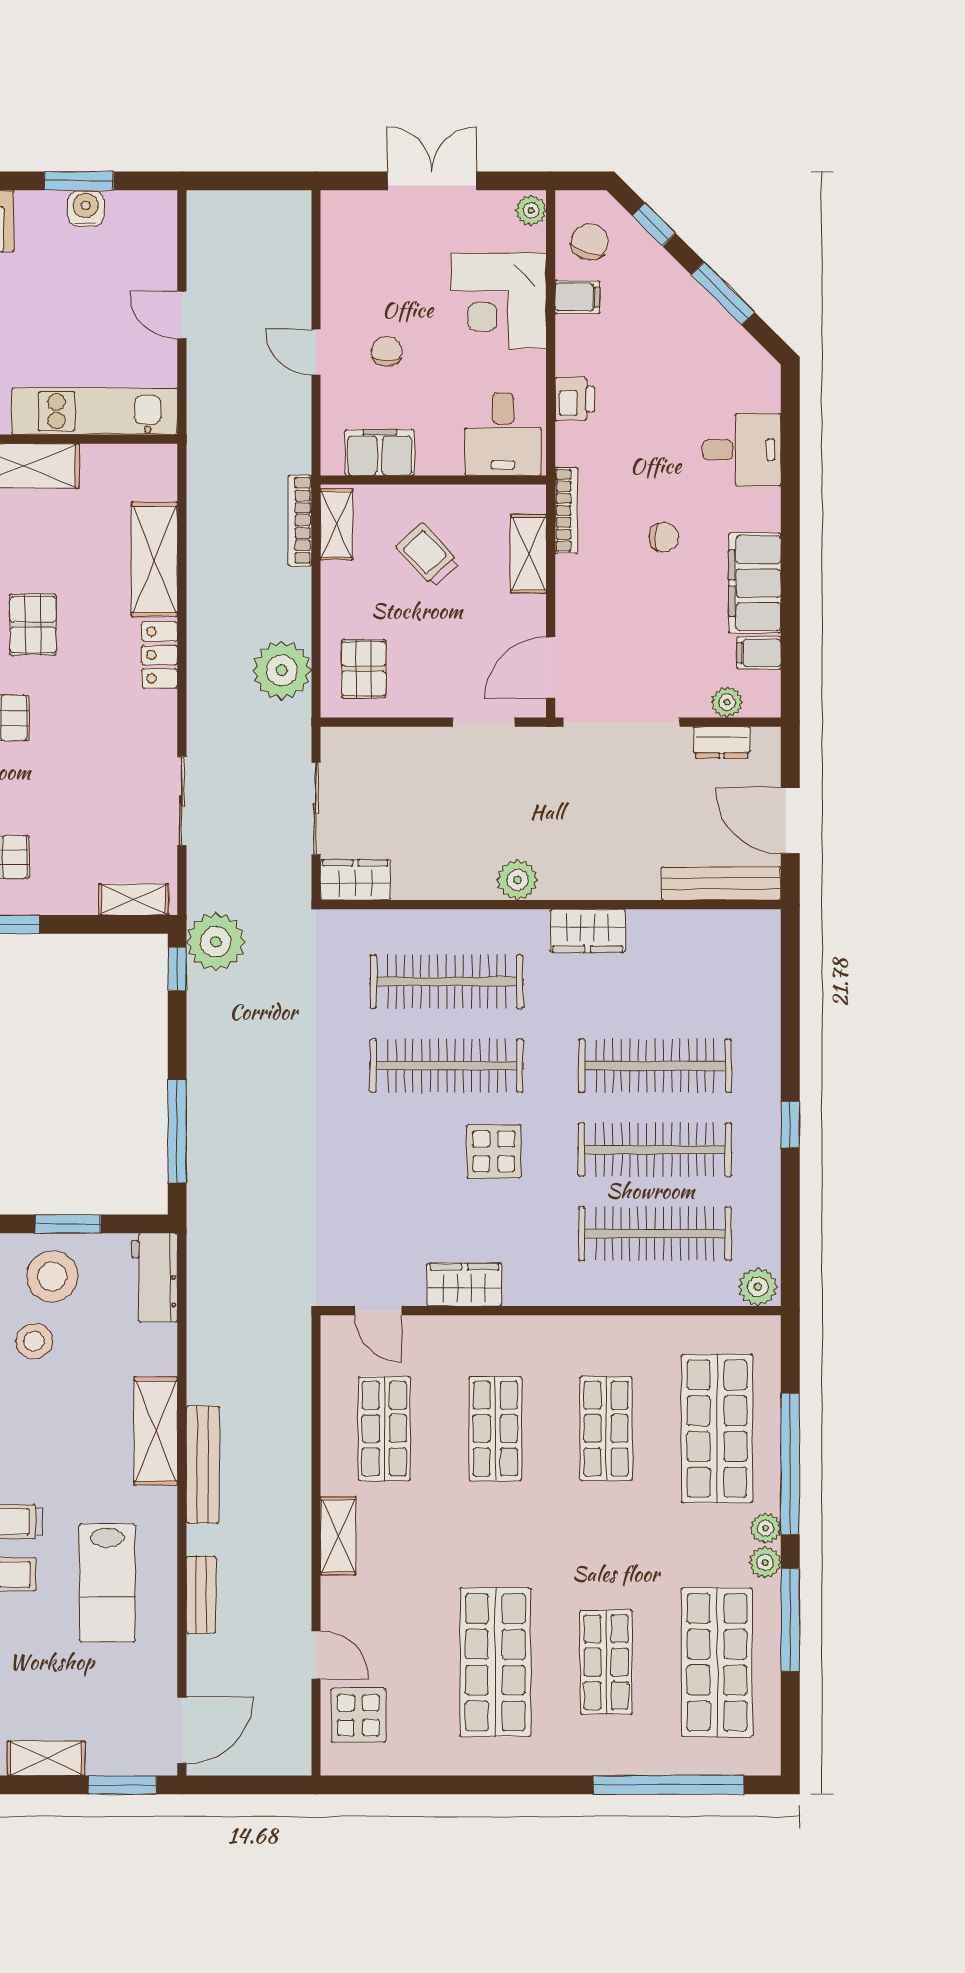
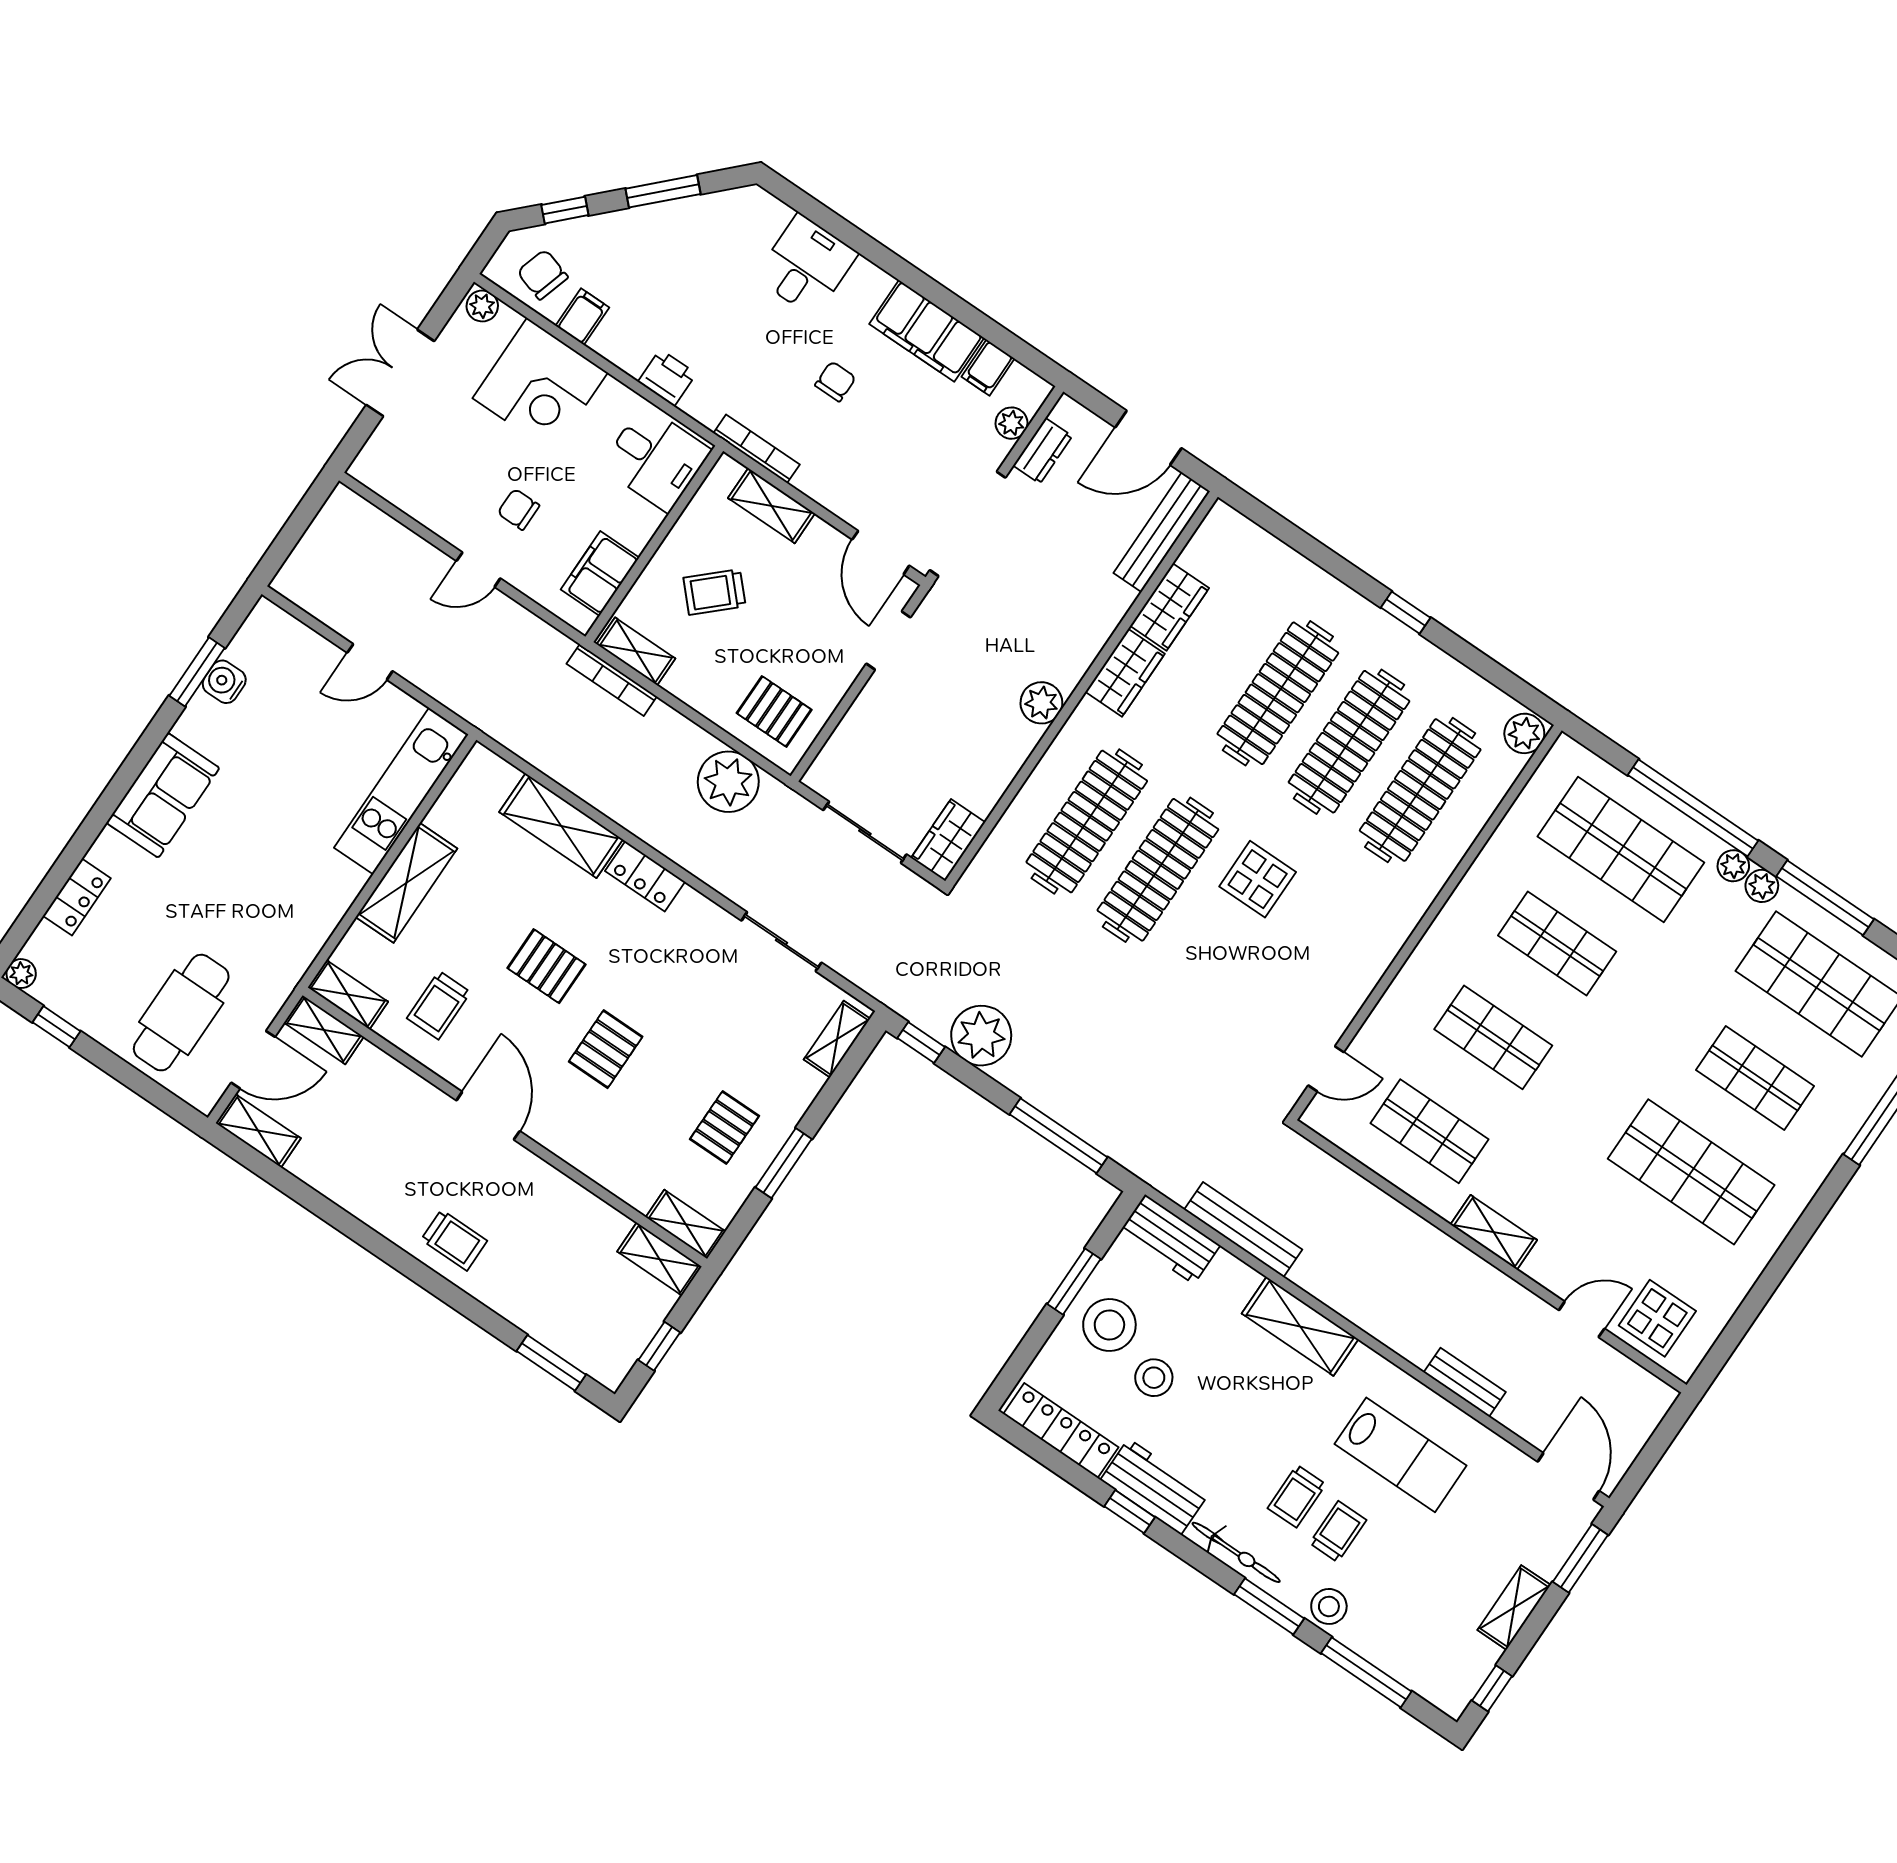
plant: (216, 942) -> (981, 1036), moved
wardrobe: (464, 1285) -> (1169, 607), moved, turned 180
bench: (203, 1465) -> (1243, 1230), moved

